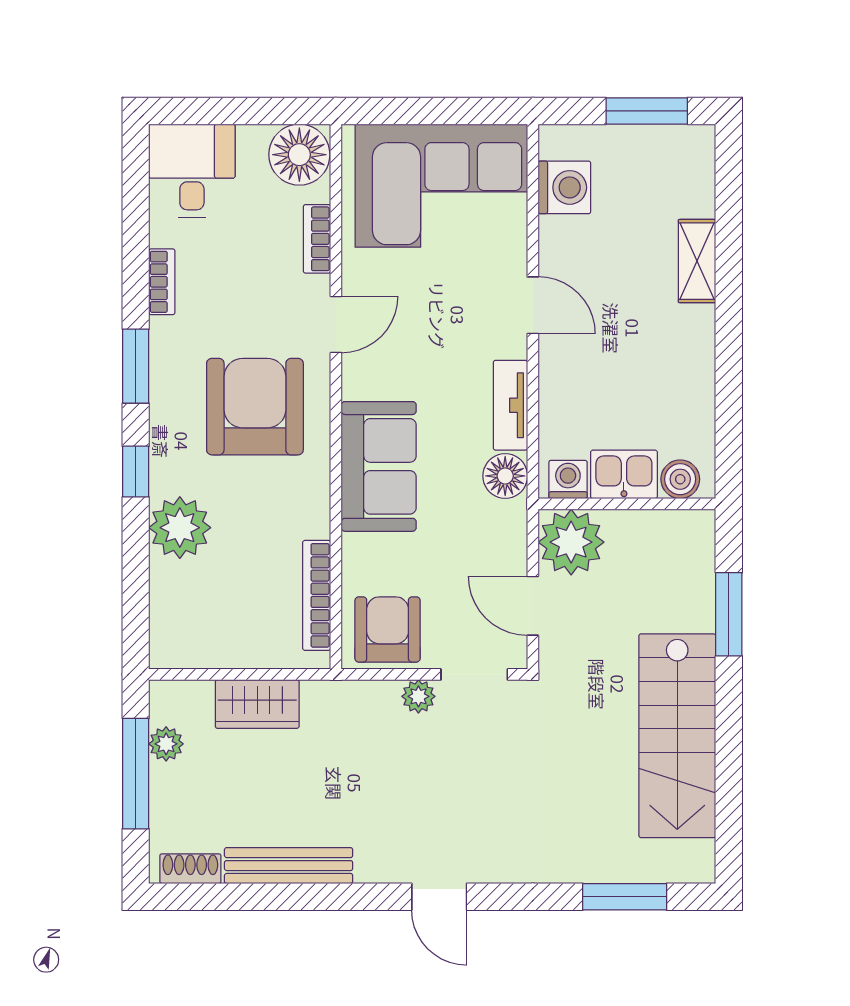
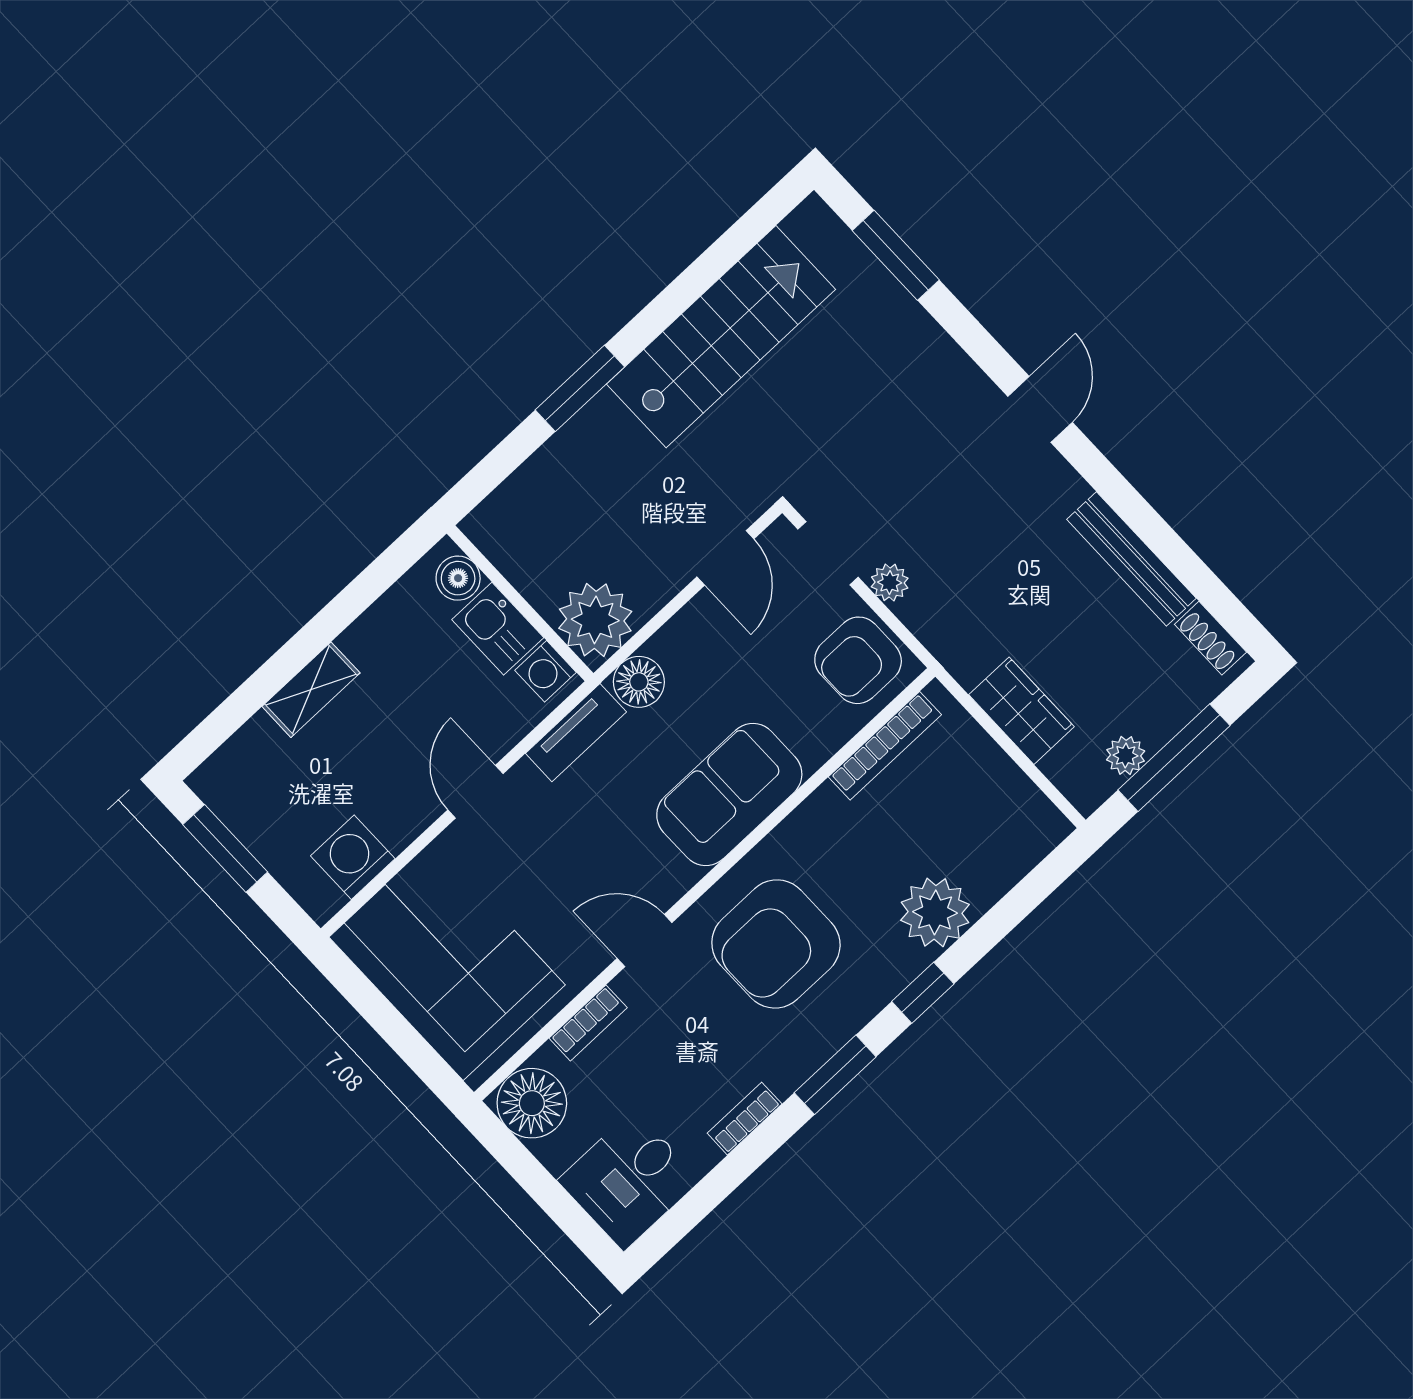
kitchen sink: (624, 474) -> (498, 629), moved
washing machine: (568, 479) -> (546, 671), moved
boiler: (680, 479) -> (458, 578), moved
wall: (627, 504) -> (520, 603), moved
plant: (571, 542) -> (595, 620), moved

